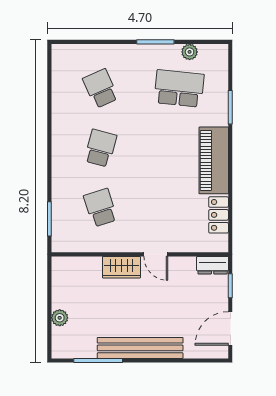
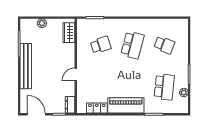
school desk: (101, 88) -> (164, 45), turned 45
school desk: (101, 148) -> (132, 45), width x1.85
wardrobe: (121, 267) -> (69, 33), moved

